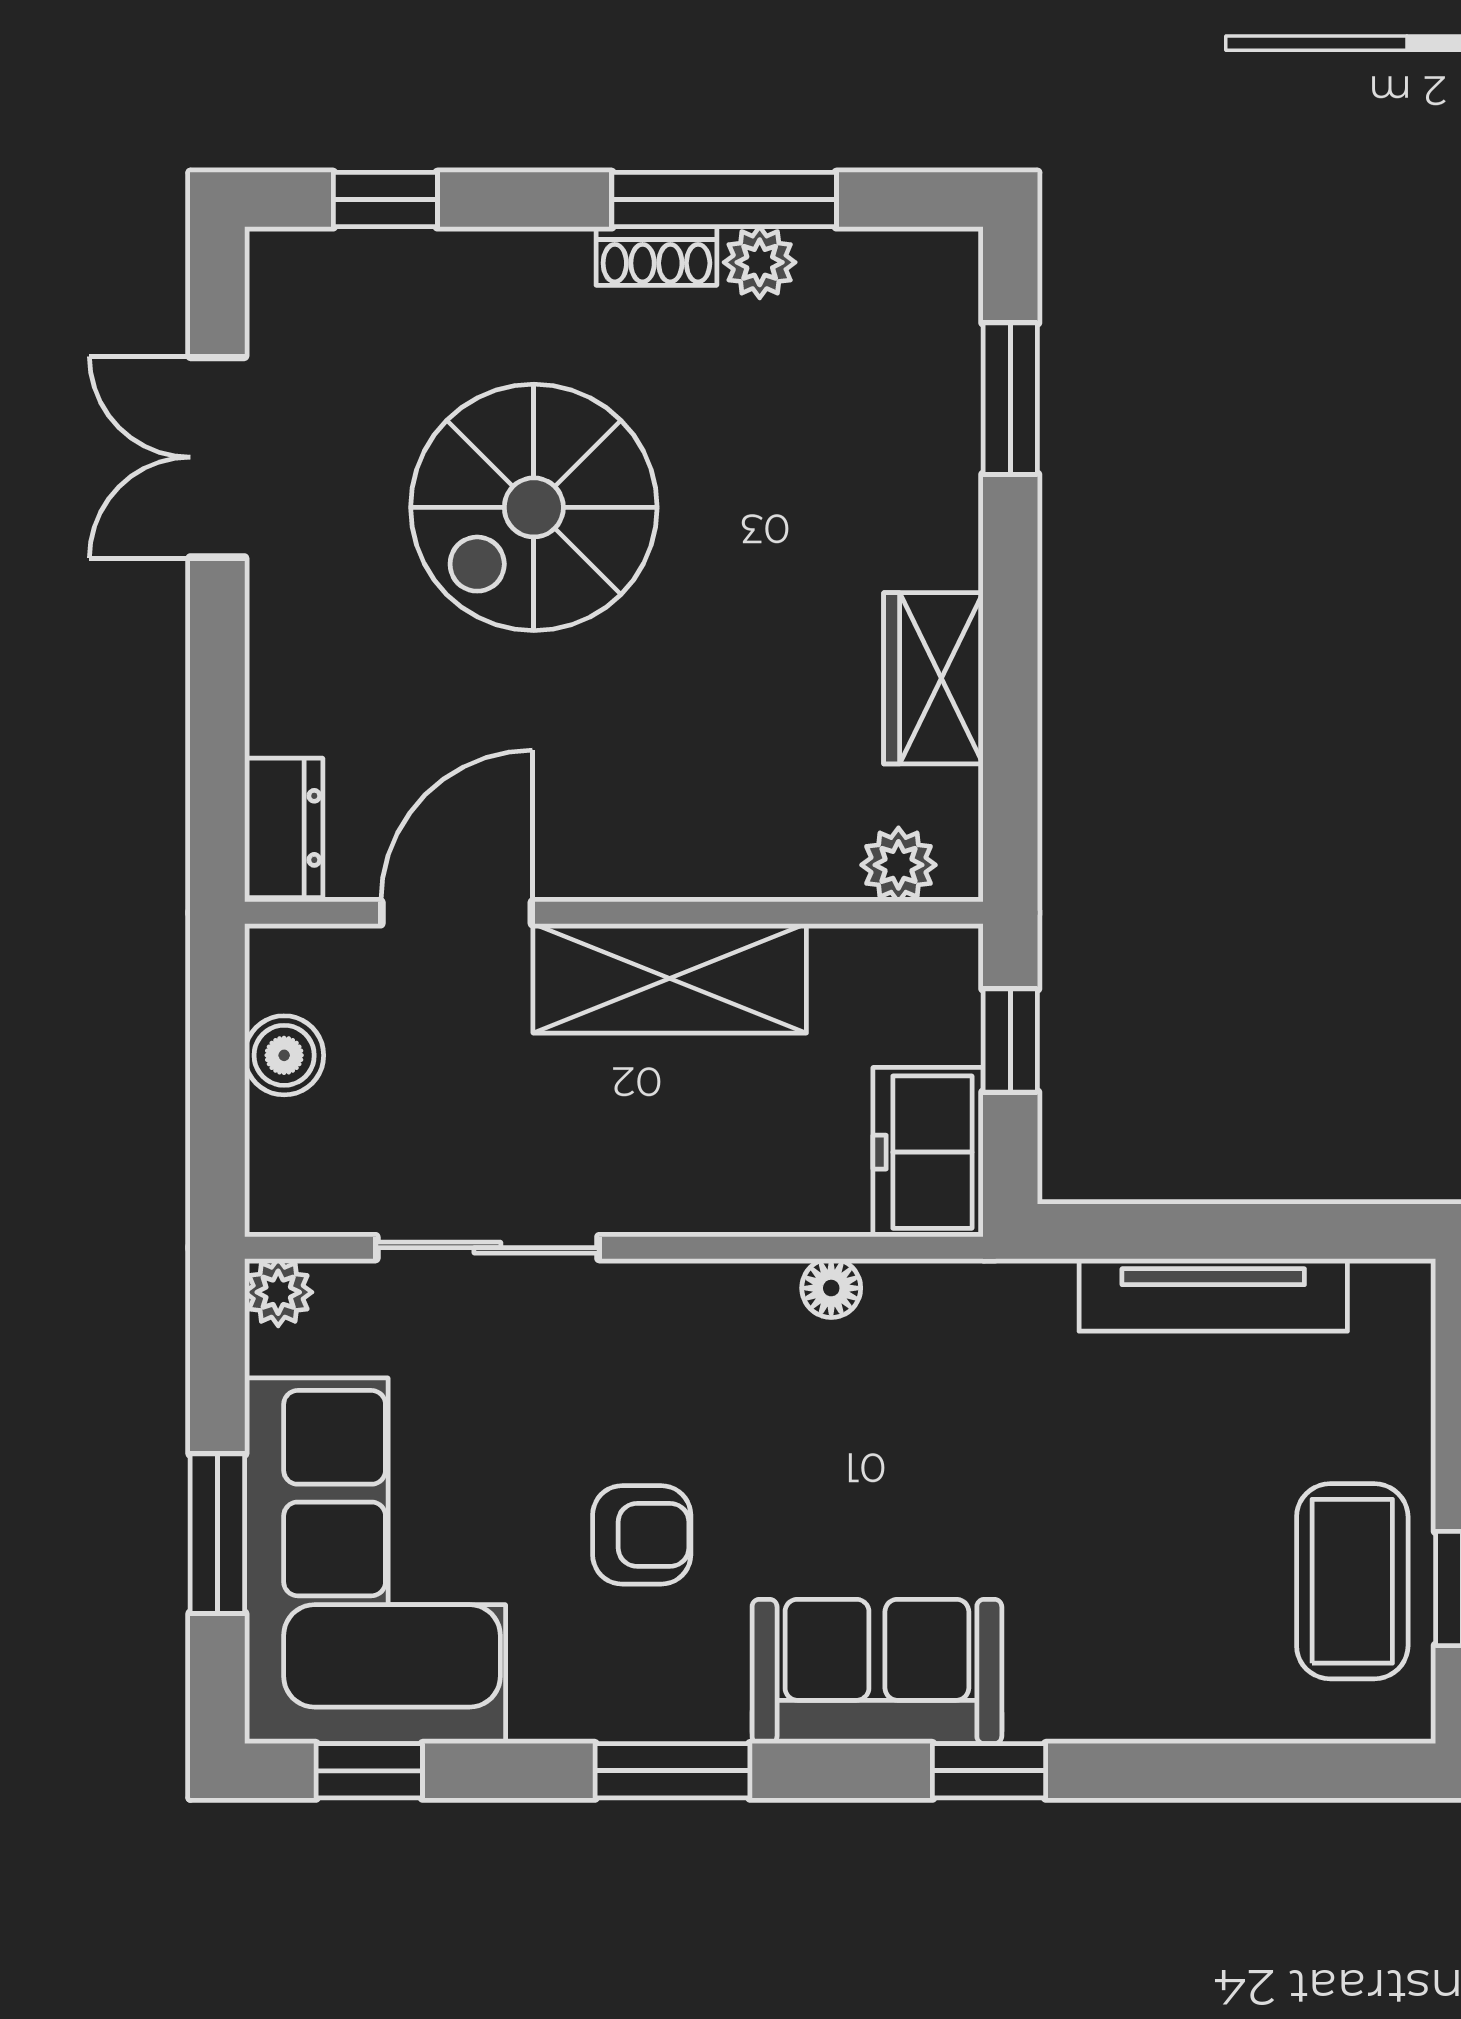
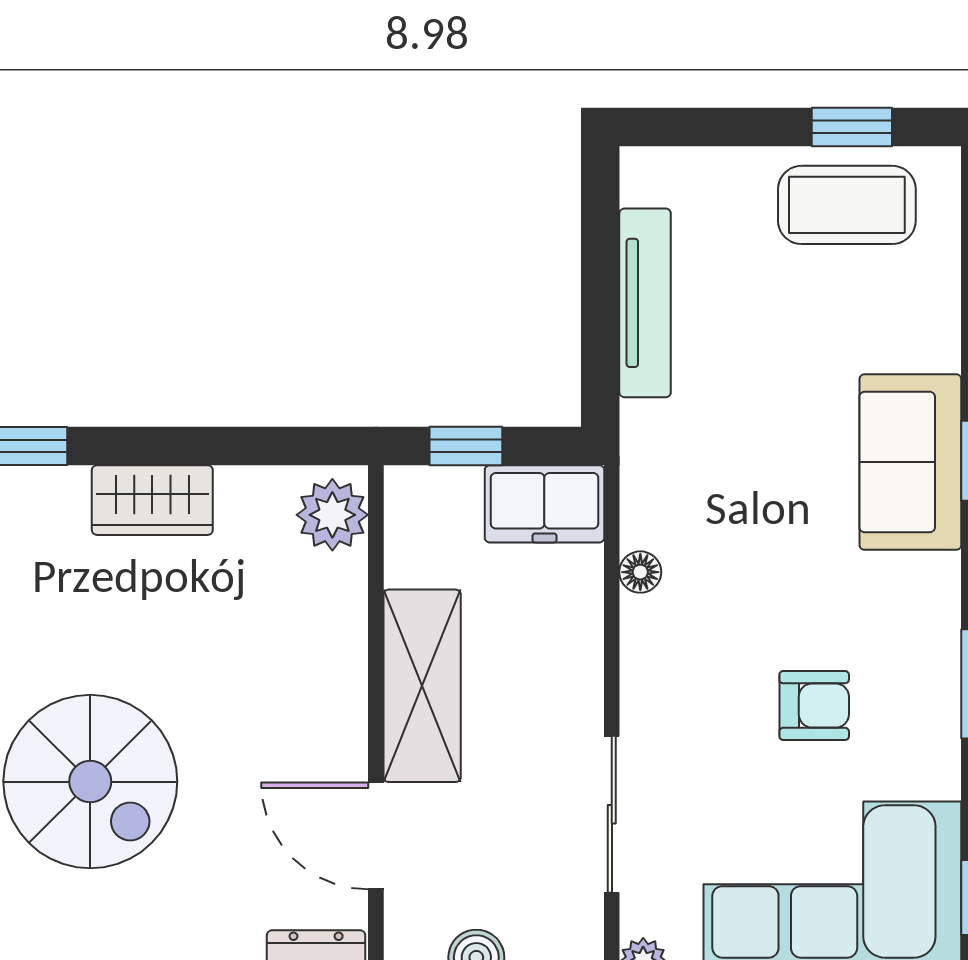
wardrobe: (933, 678) -> (152, 500), moved
plant: (898, 865) -> (332, 515), width x1.38, depth x1.38
armchair: (642, 1535) -> (814, 706), turned 90
sofa: (877, 1671) -> (910, 462), moved

